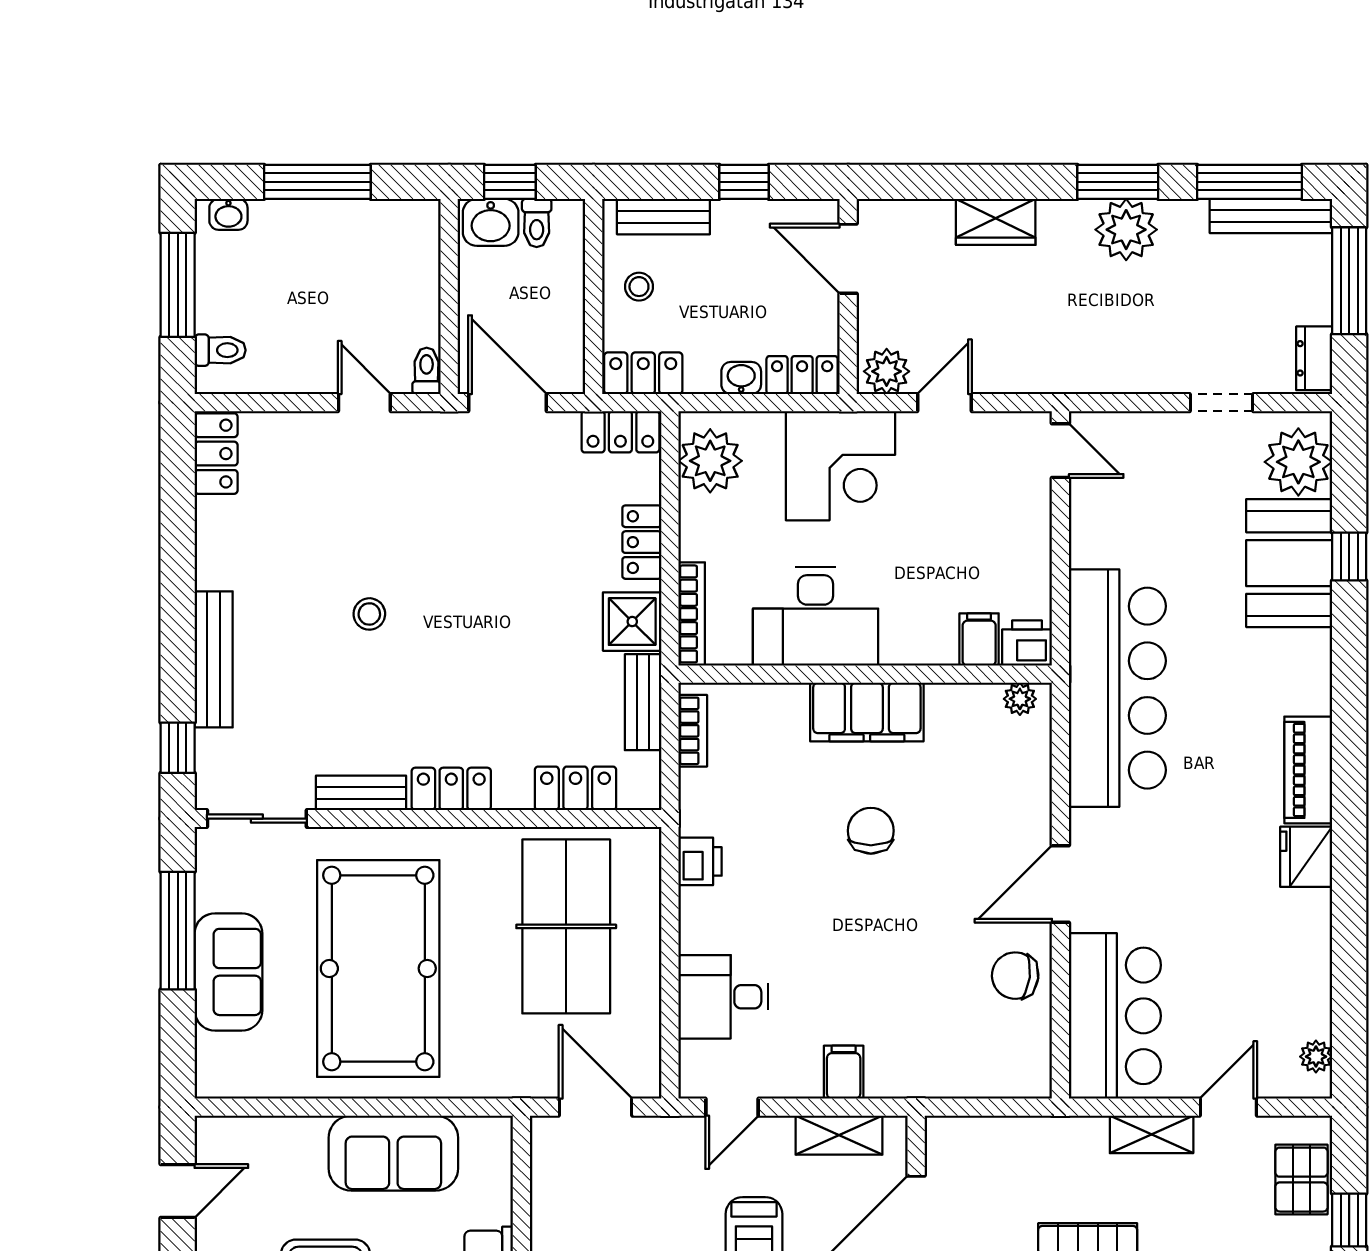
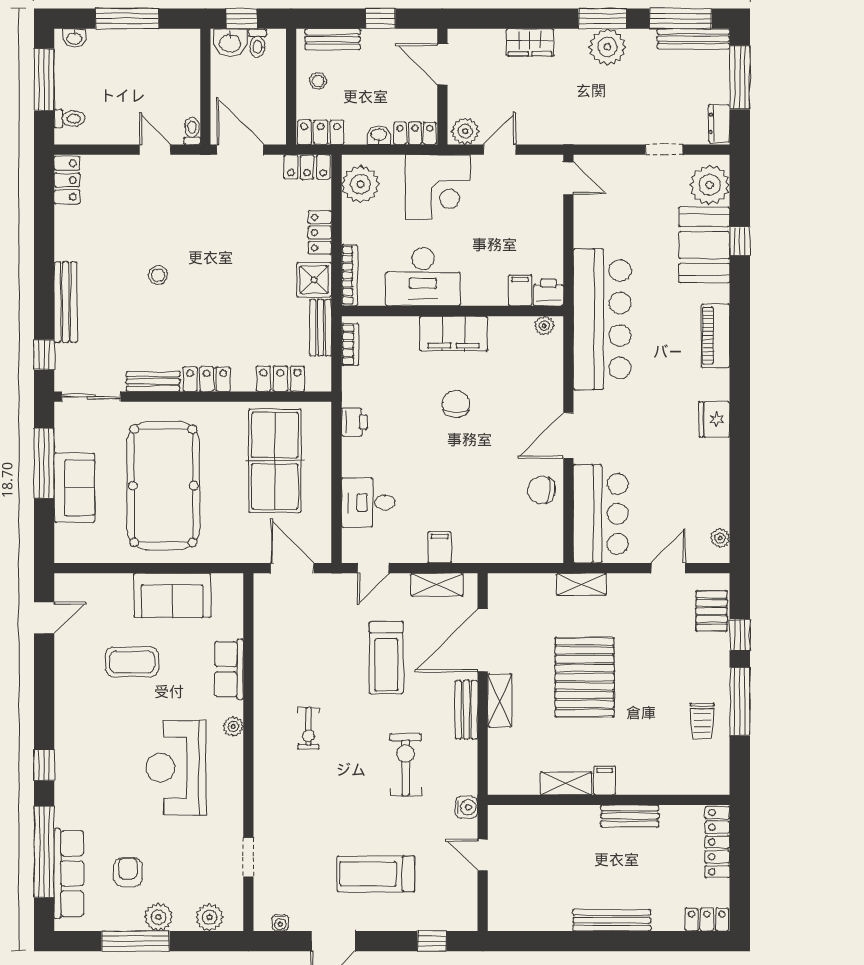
piano: (1308, 770) -> (716, 336), moved
shelving: (1152, 1134) -> (581, 584), moved

